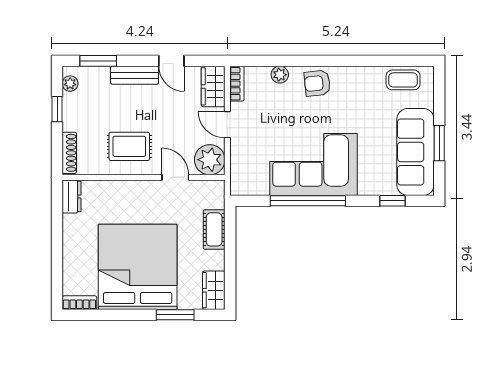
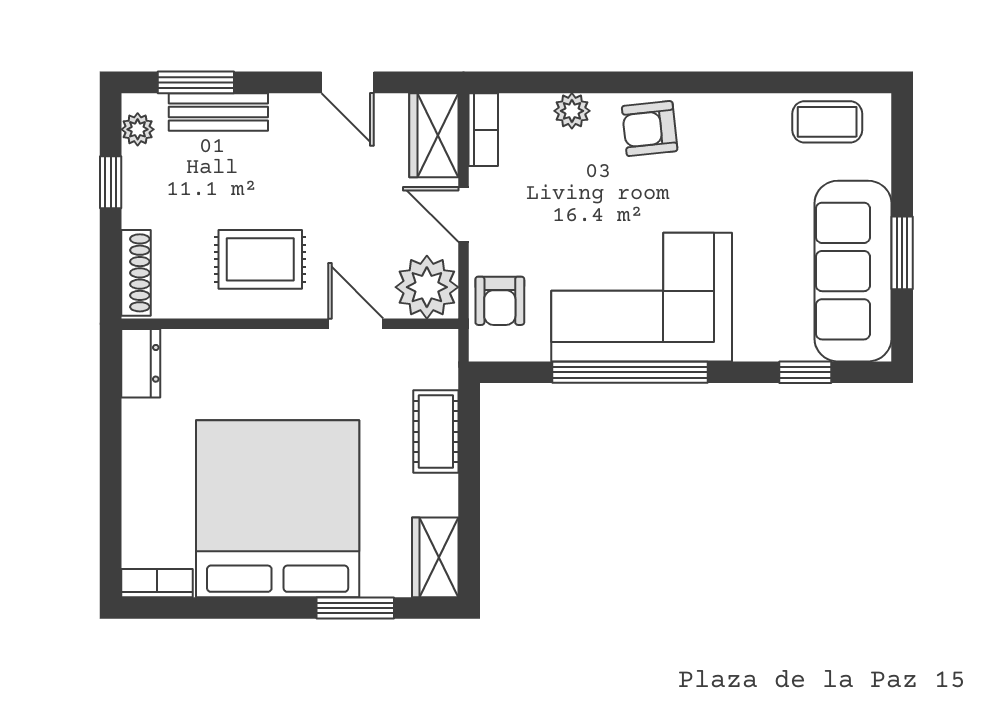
bench: (135, 75) -> (218, 112), moved
armchair: (245, 166) -> (500, 301), added

